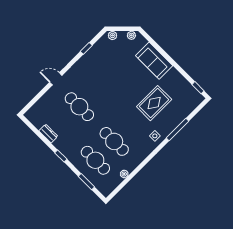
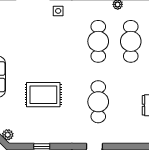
rug: (154, 103) -> (43, 95), moved

